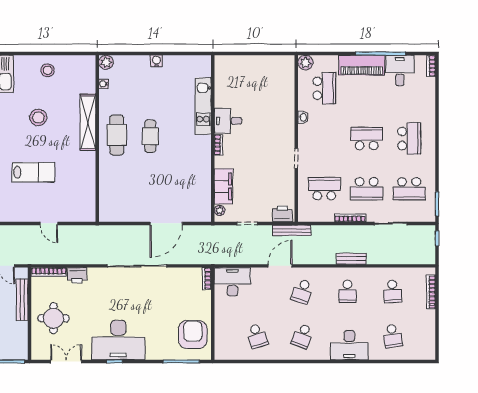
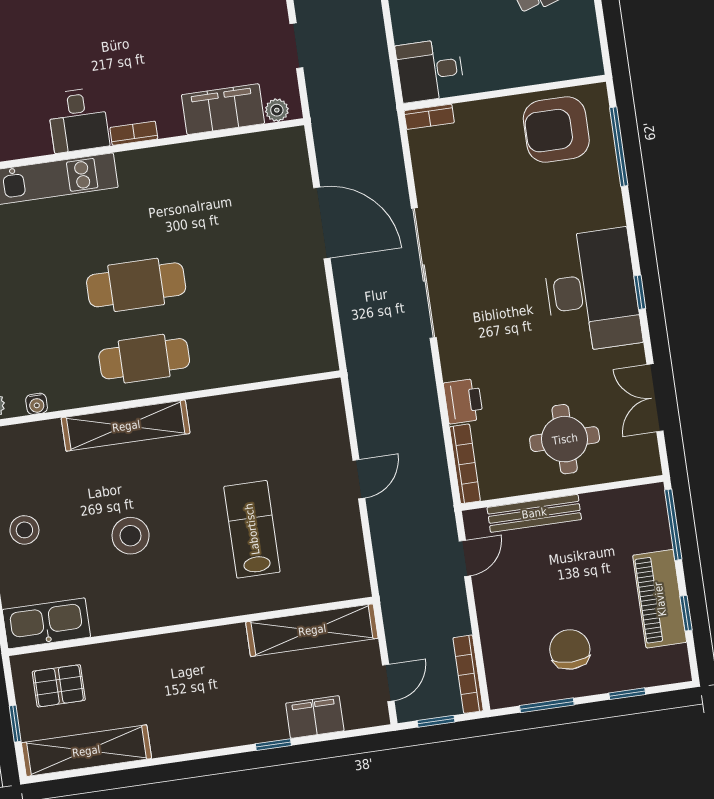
cafe table: (150, 136) -> (136, 285), width x1.37, depth x1.35
desk: (232, 282) -> (430, 70), width x0.73

